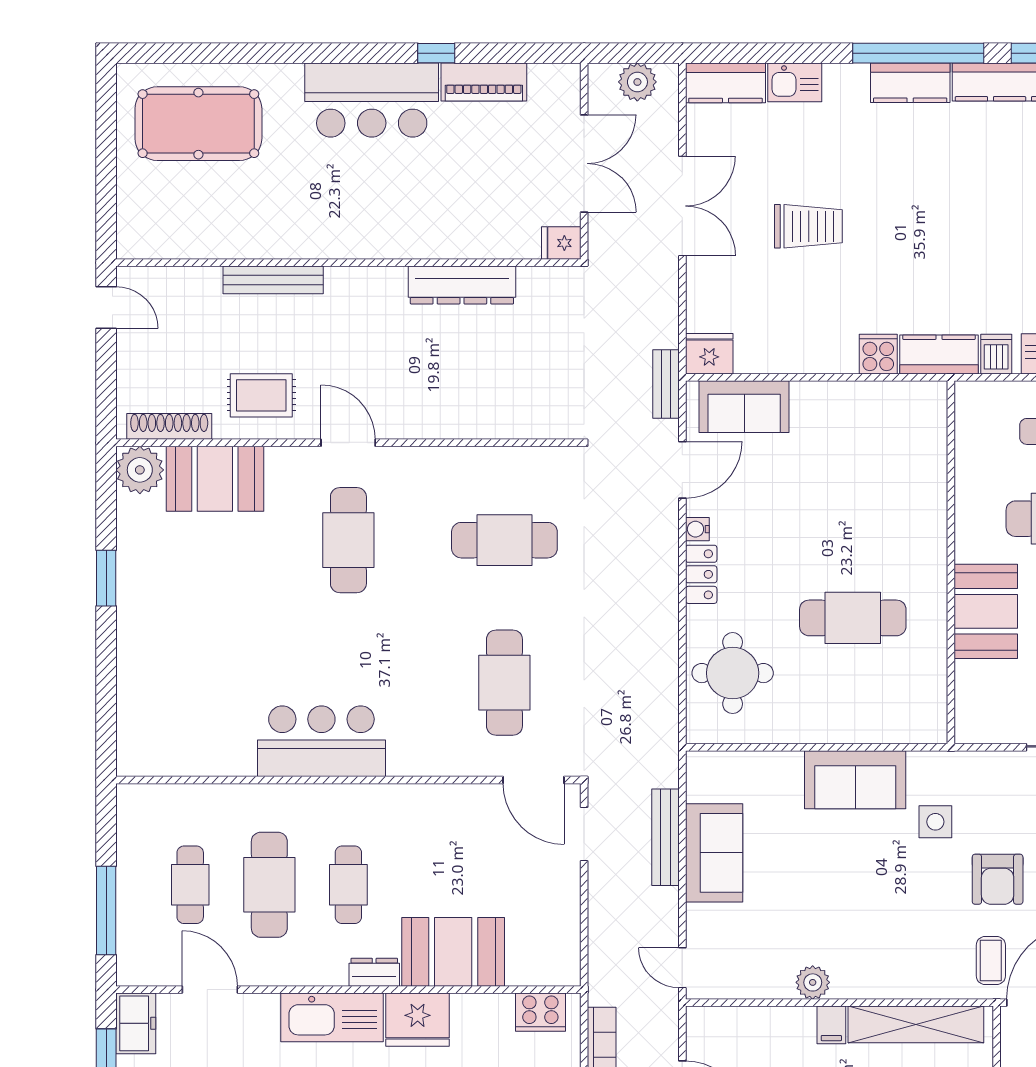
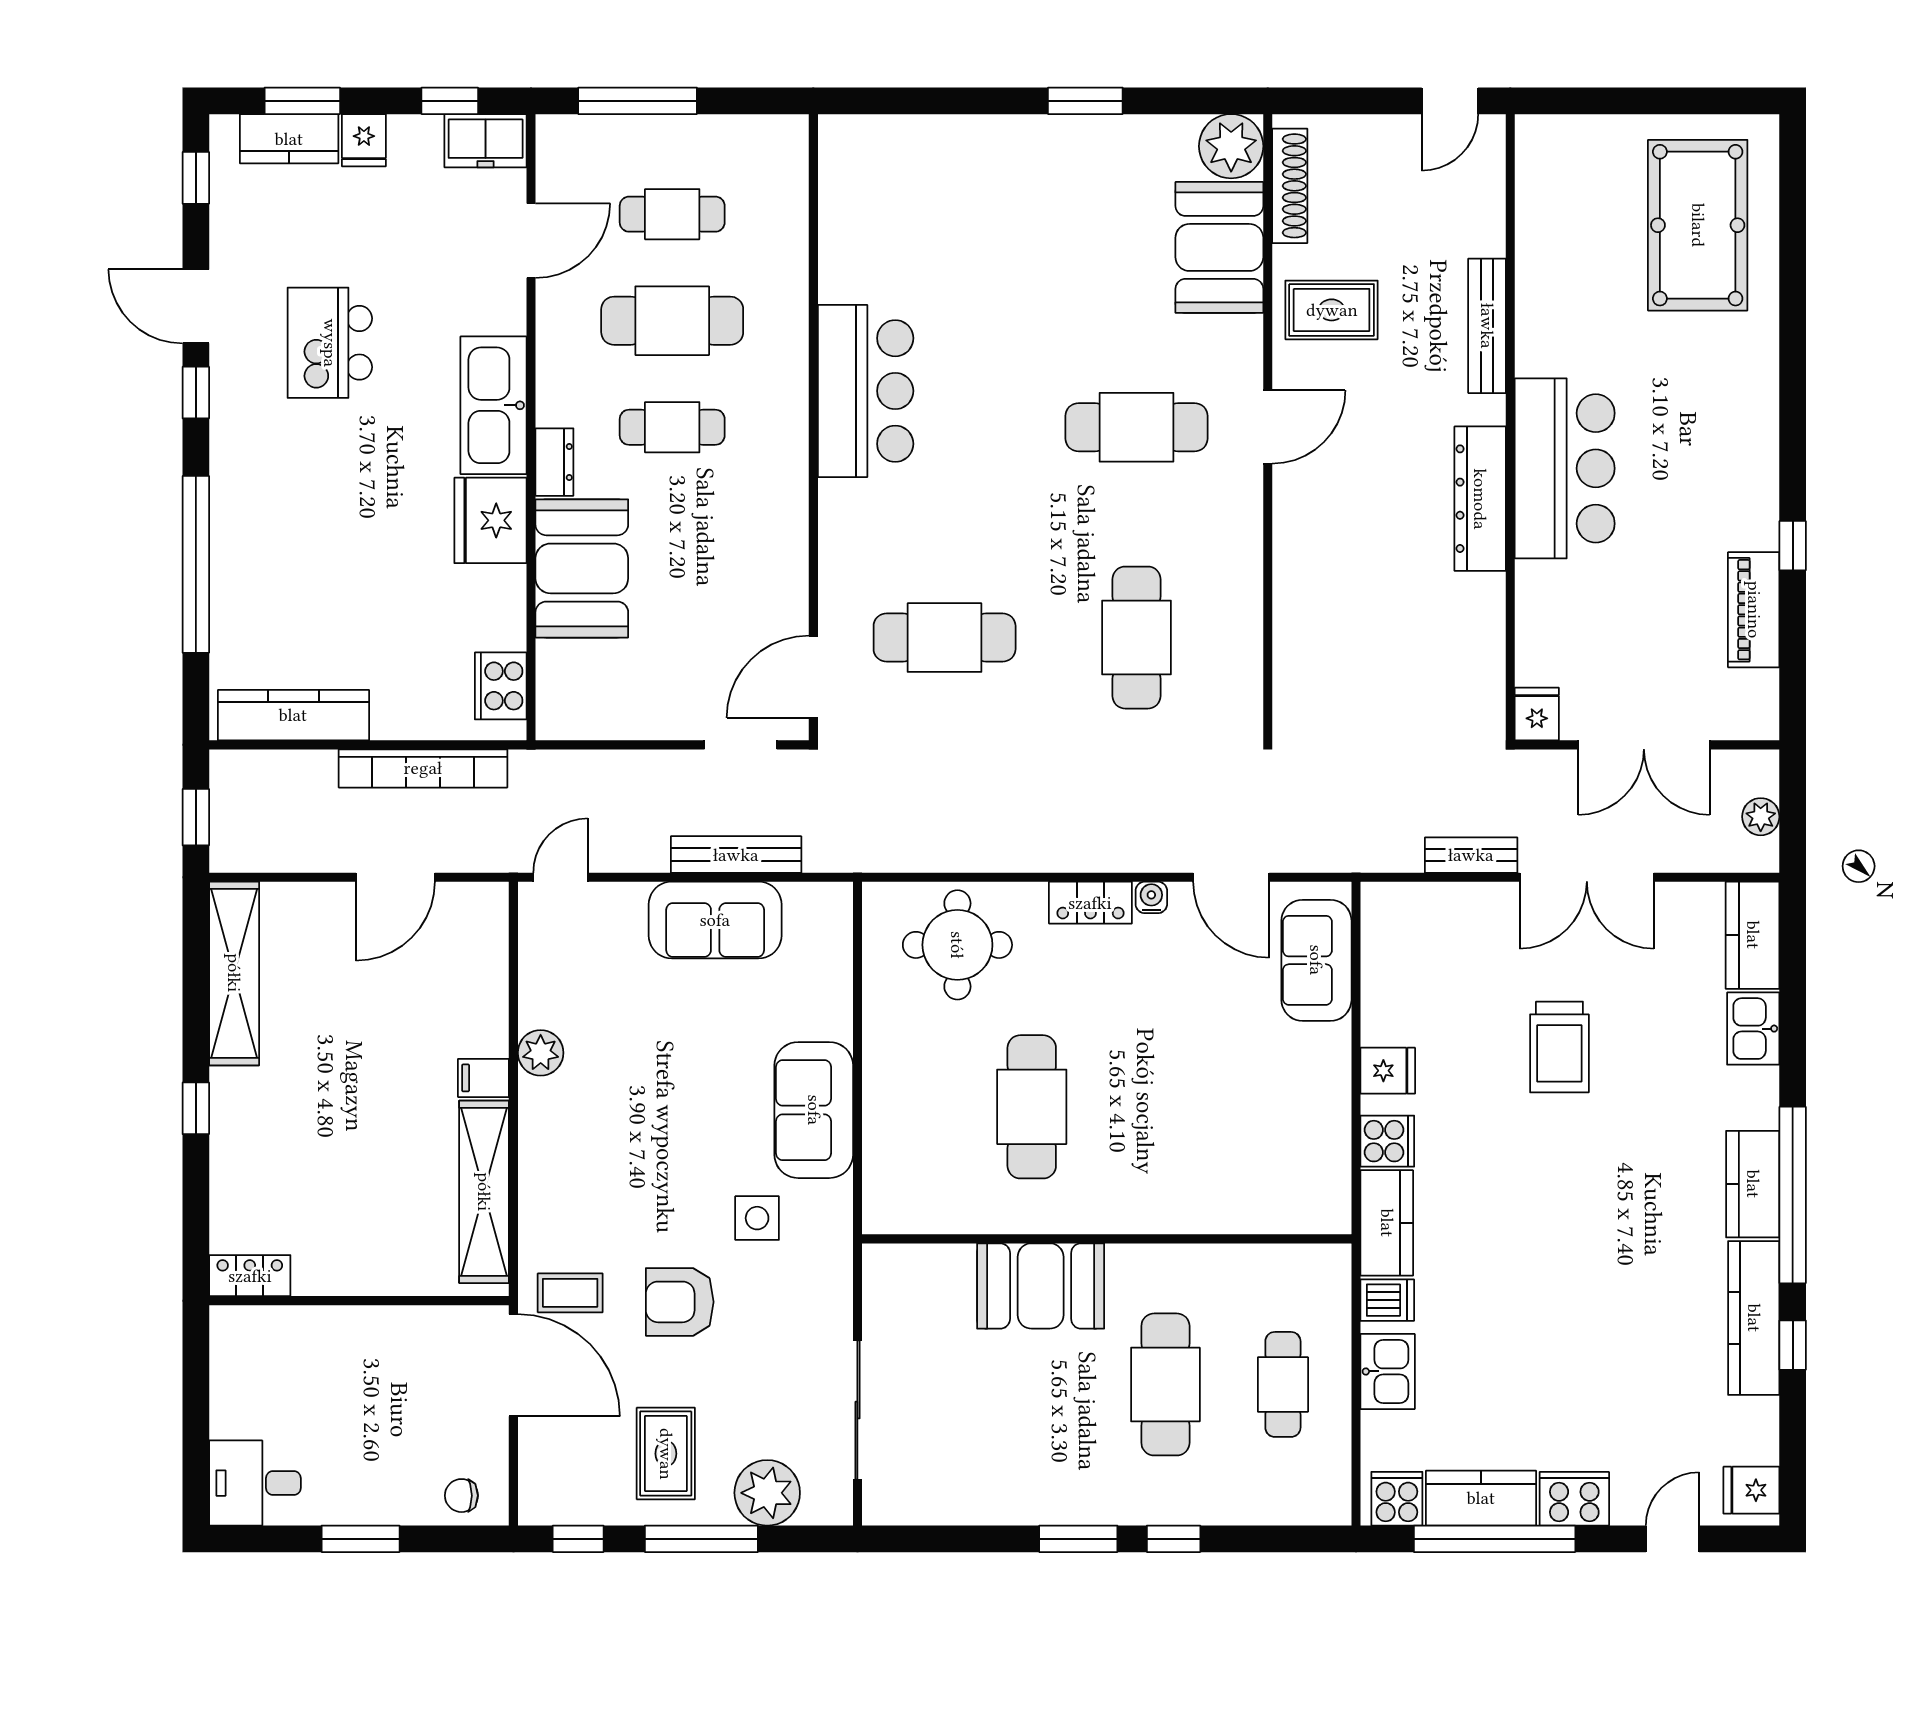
plant: (637, 82) -> (1761, 817), width x0.73, depth x0.73
bar counter: (372, 100) -> (1565, 468), moved, turned 180
dresser: (462, 285) -> (1480, 499), moved
fridge: (709, 354) -> (1388, 1071), moved, width x0.72
bench: (666, 384) -> (1471, 855), moved
rug: (261, 395) -> (1332, 310), turned 90

